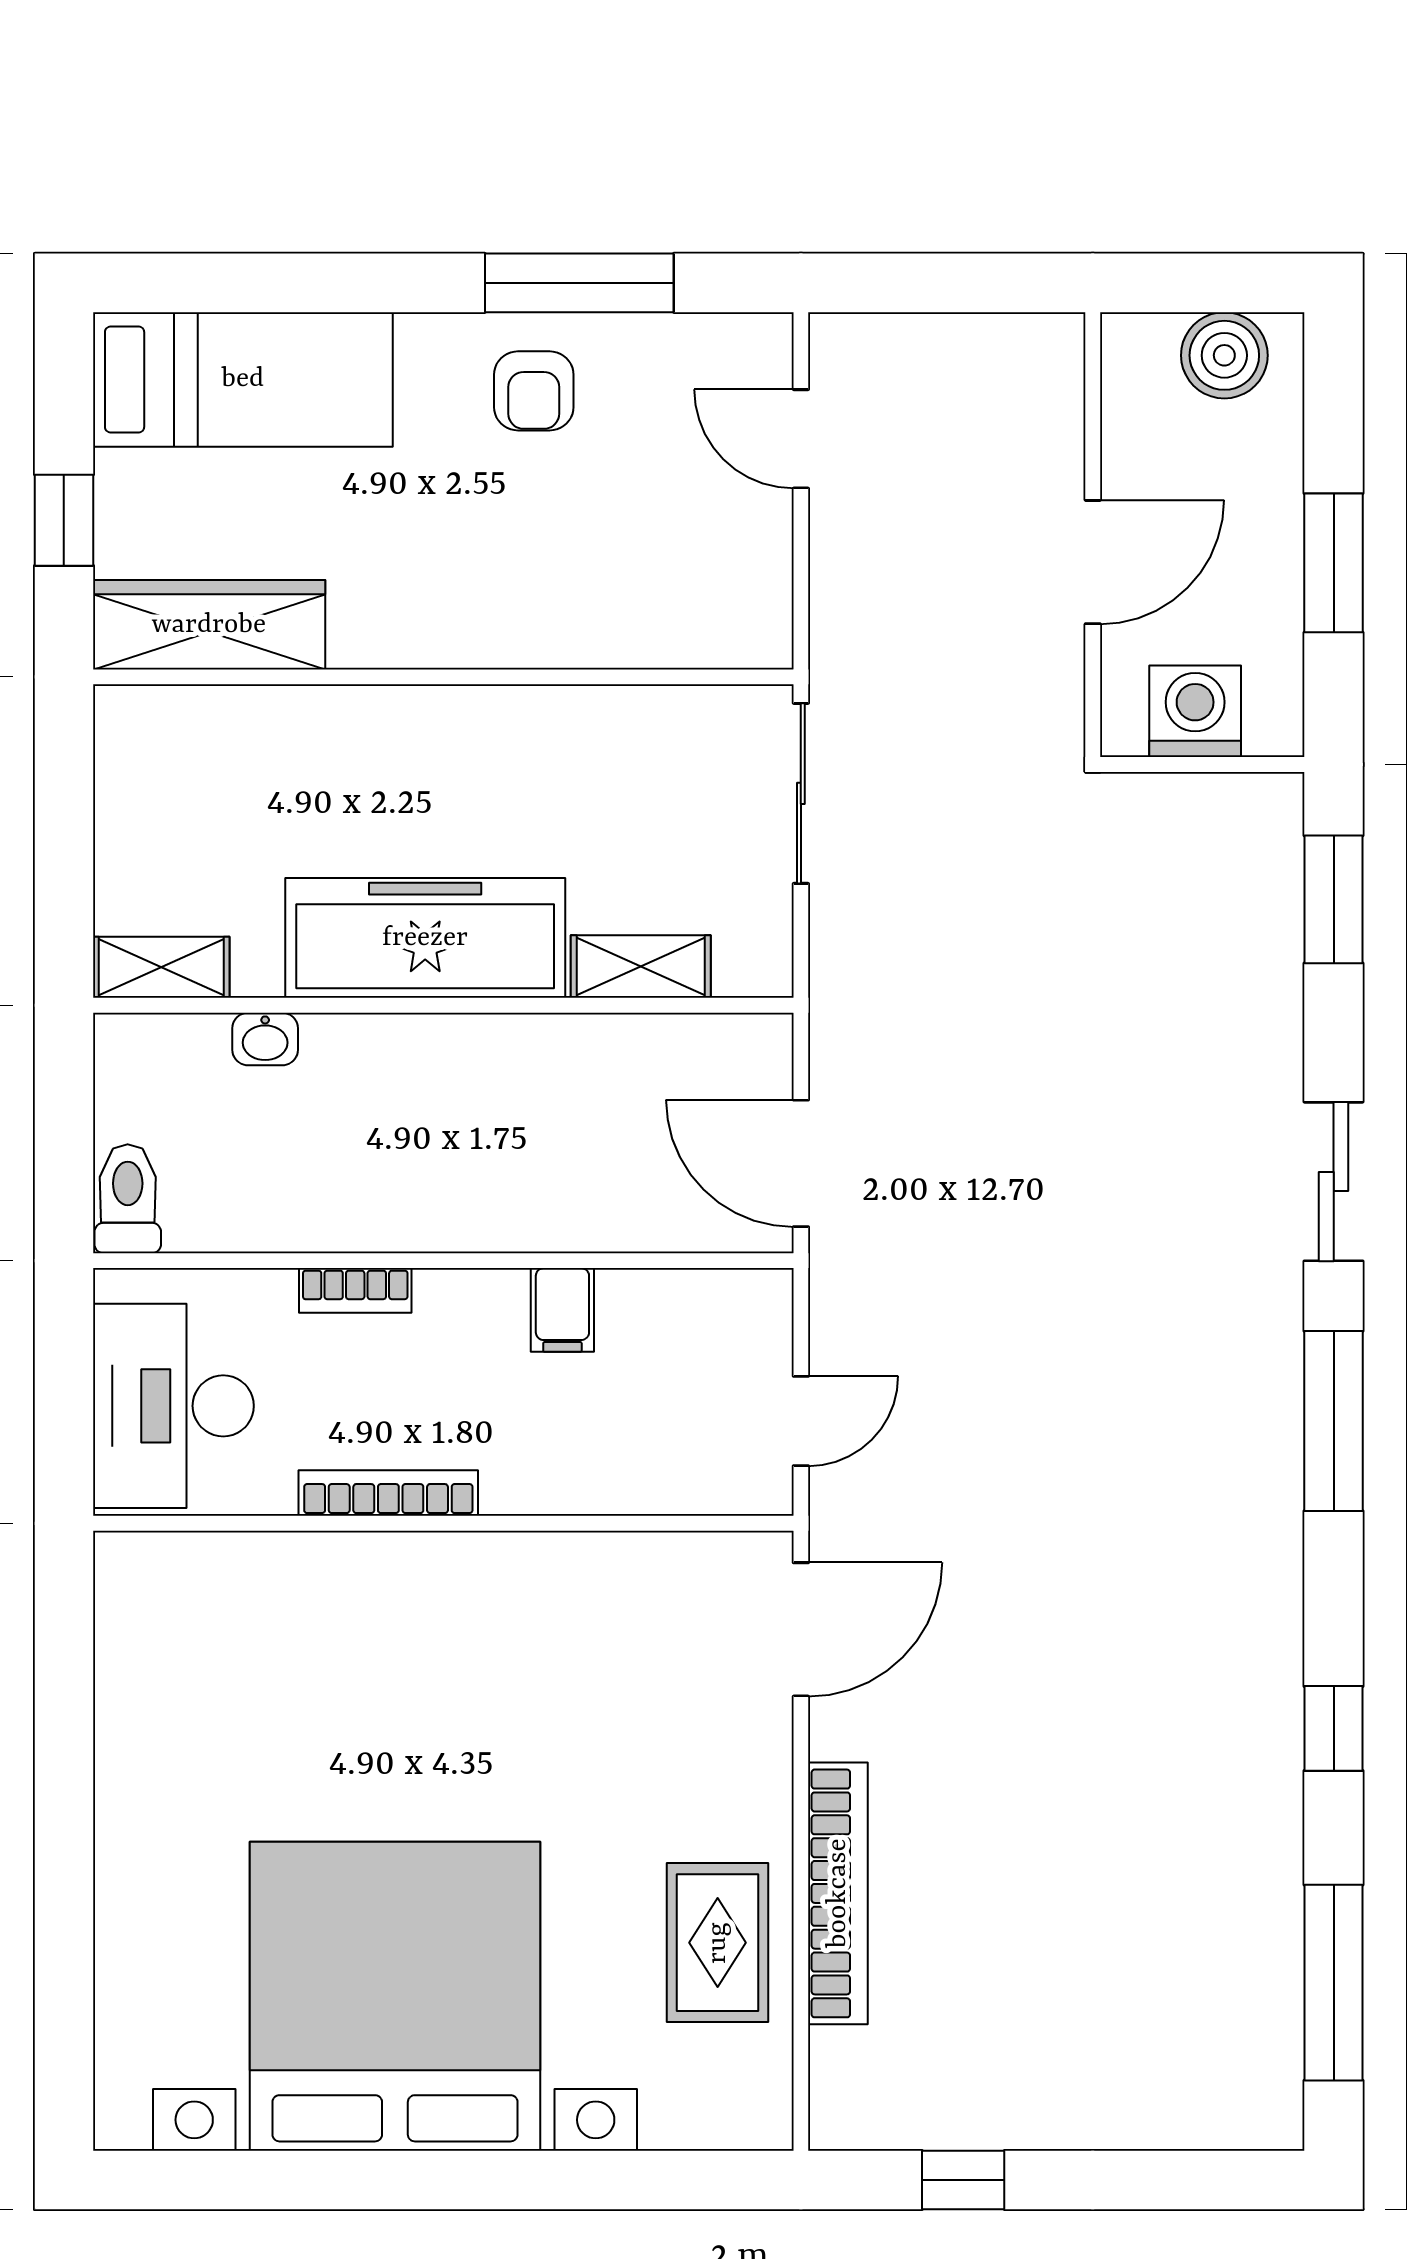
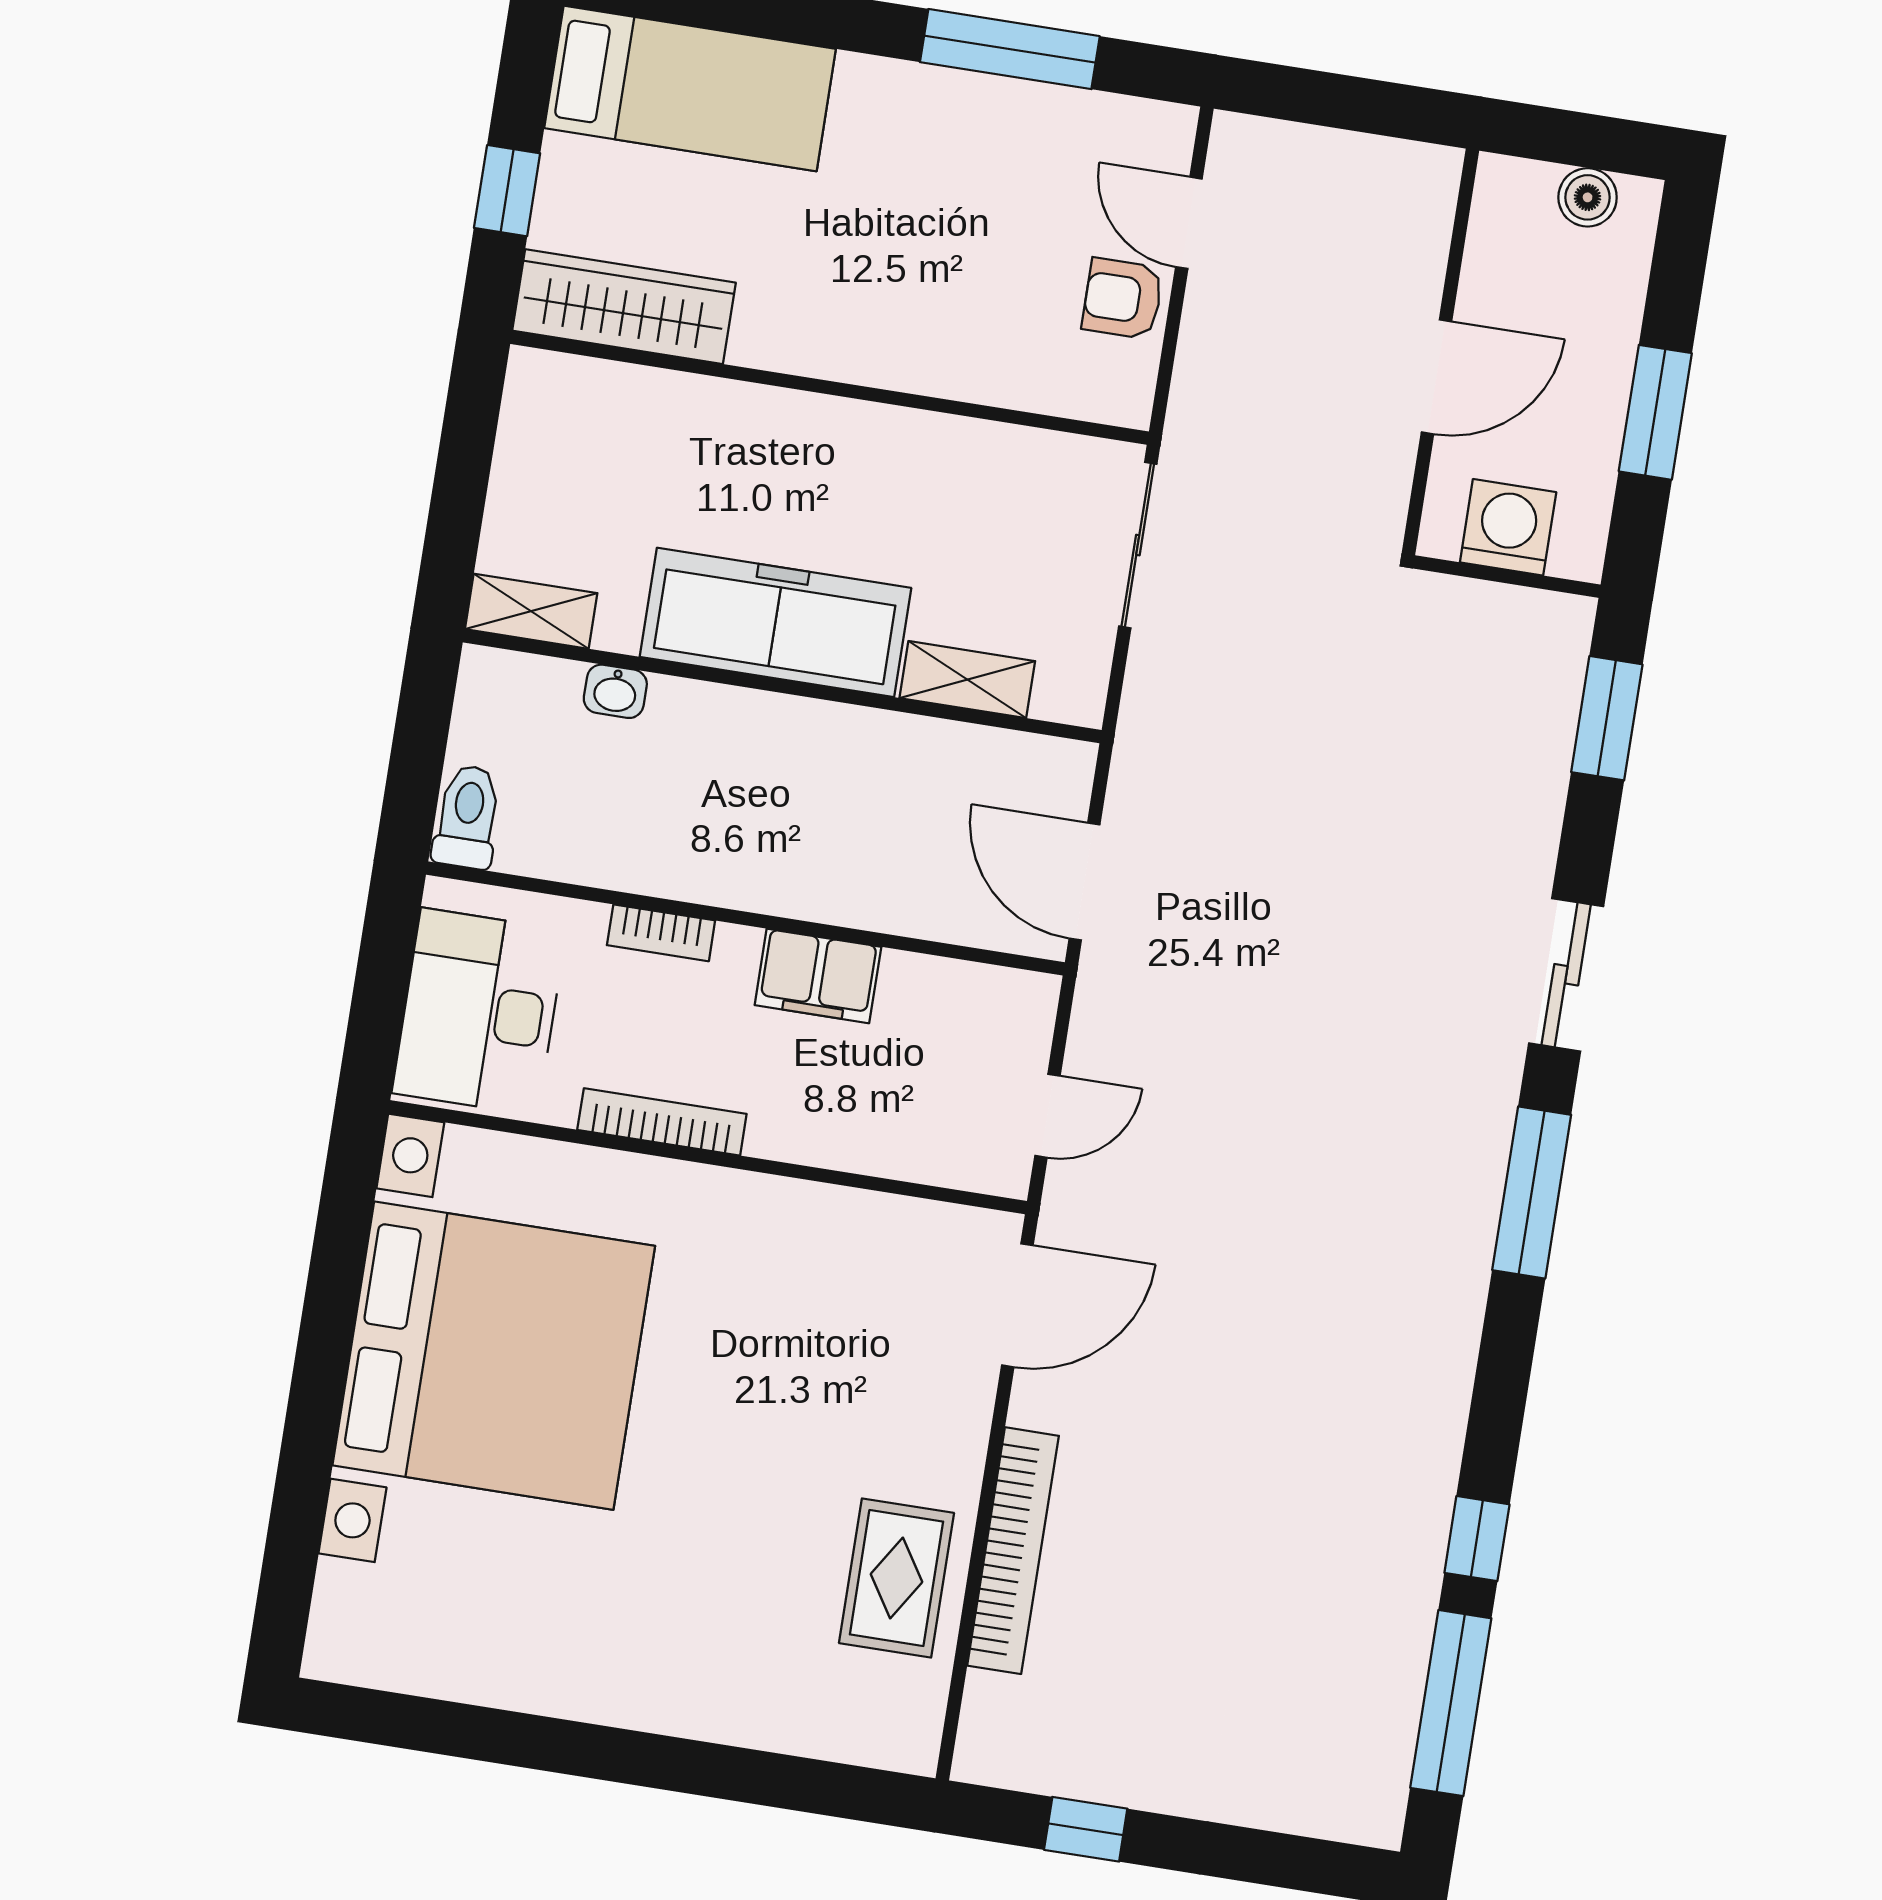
boiler: (1224, 355) -> (1588, 197), width x0.73, depth x0.73
armchair: (534, 391) -> (1123, 299), moved, turned 90
filing cabinet: (562, 1310) -> (818, 976), width x2.00
window: (1334, 1728) -> (1477, 1539), moved
bed with nightstands: (395, 1996) -> (494, 1356), moved, turned 90

